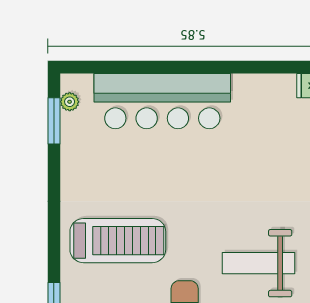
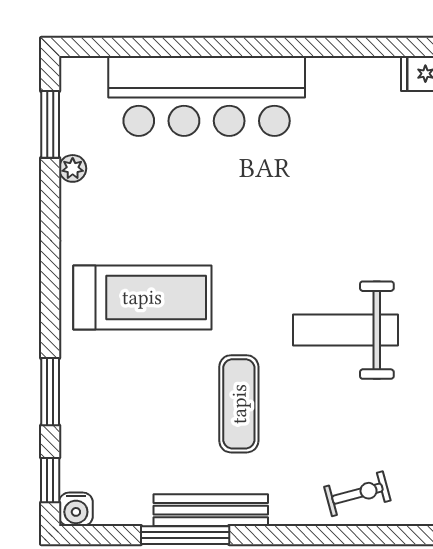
plant: (70, 102) -> (73, 168), moved

